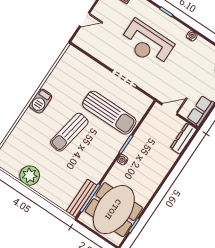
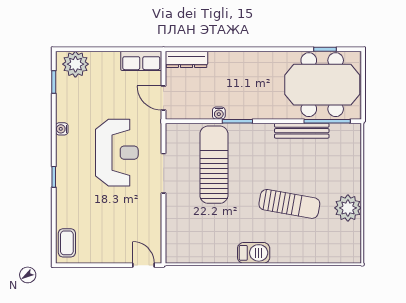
door: (84, 20) -> (143, 265), moved
reception desk: (147, 43) -> (117, 153), moved
sun lounger: (69, 132) -> (289, 204), moved
water cooler: (123, 160) -> (219, 113), moved
bench: (81, 198) -> (302, 131), moved

